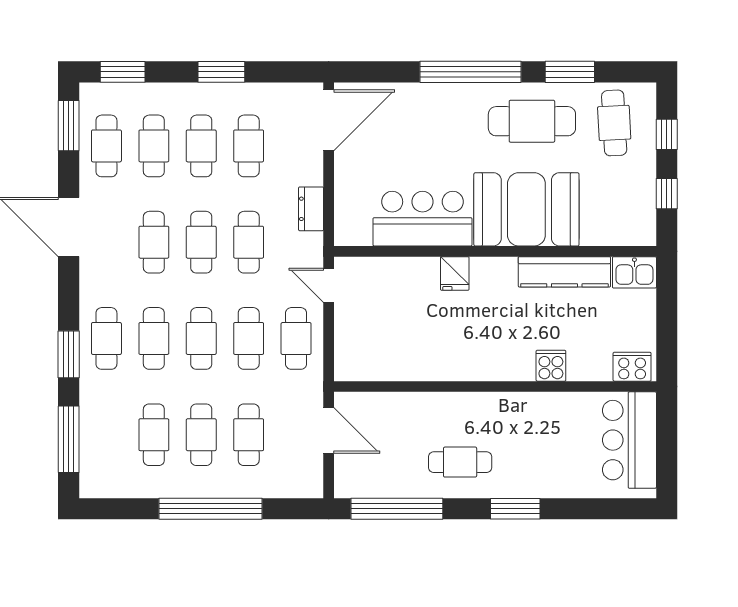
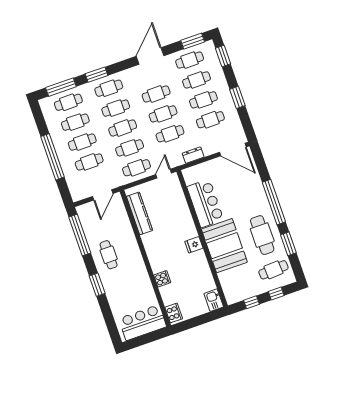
kitchen counter: (564, 272) -> (139, 213), moved, turned 180
fridge: (455, 273) -> (194, 245), moved
cafe table: (106, 435) -> (68, 102), added

